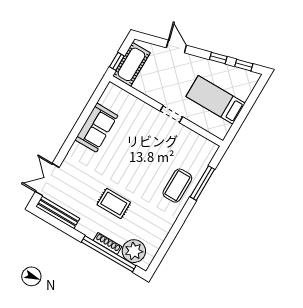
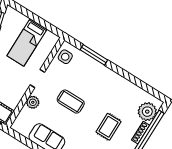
plant: (142, 109) -> (33, 102), added
side table: (199, 148) -> (65, 57), added
coffee table: (177, 186) -> (71, 102), moved

